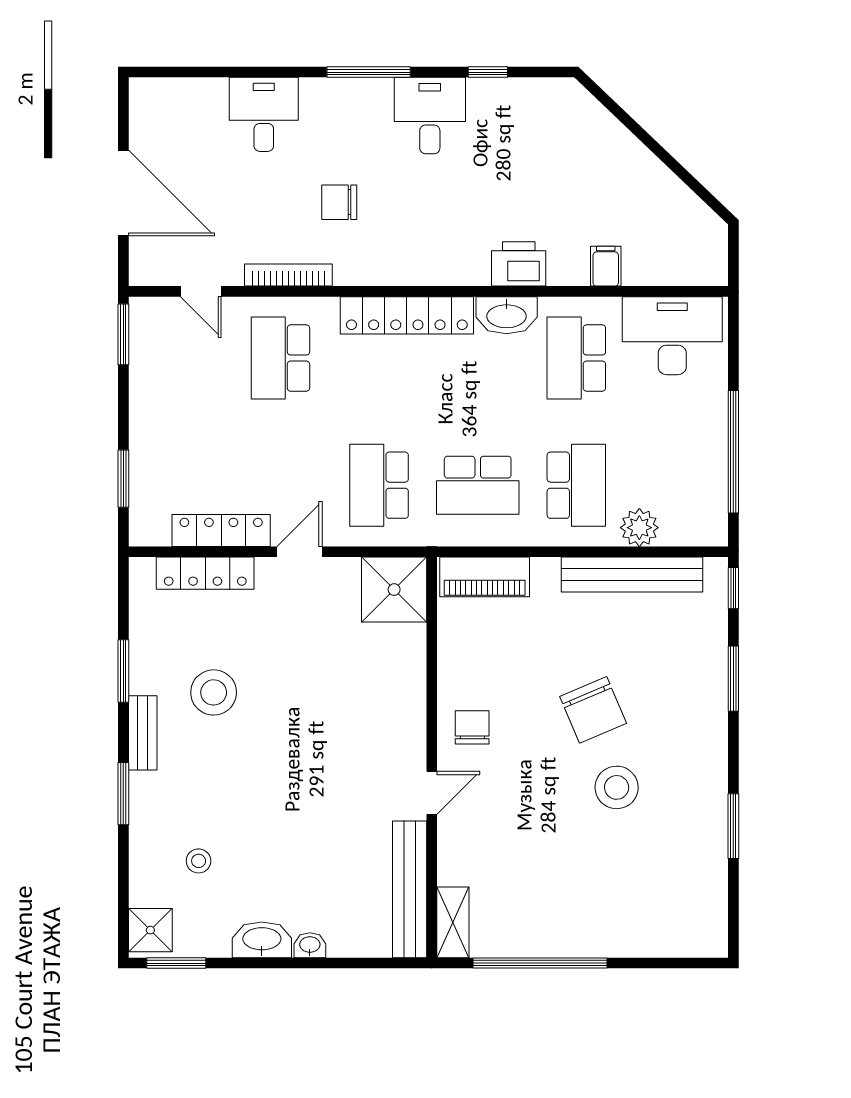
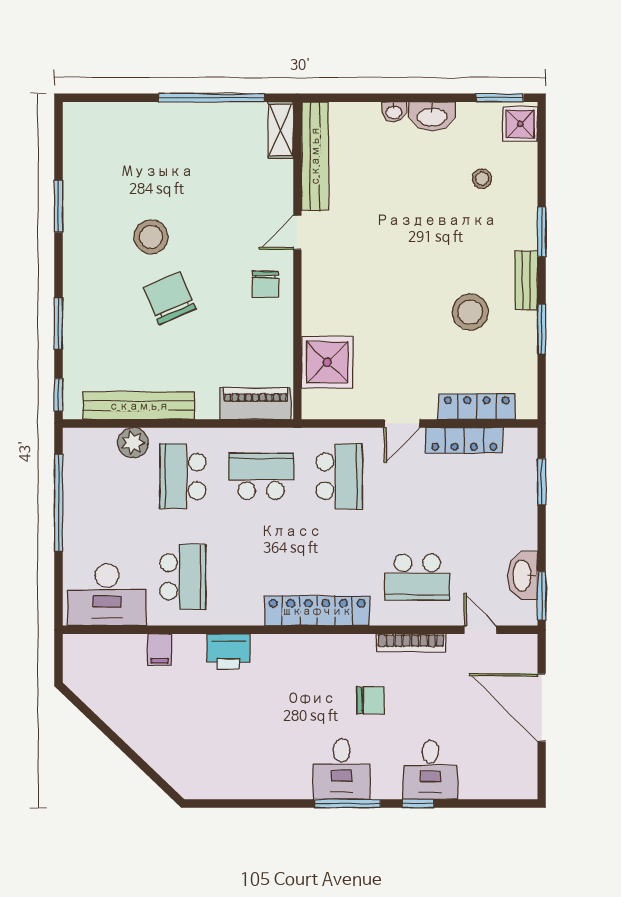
window: (488, 72) -> (418, 803), moved
desk: (430, 116) -> (342, 769), moved
washbasin: (507, 315) -> (523, 575), moved, turned -90
school desk: (280, 358) -> (417, 577), turned 90
shower: (394, 590) -> (327, 362), moved

